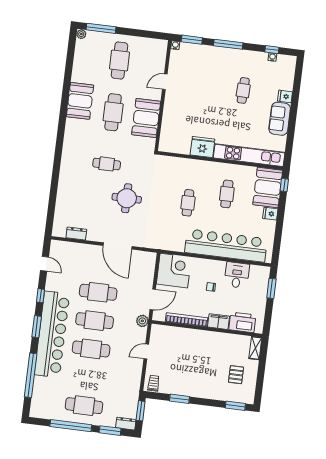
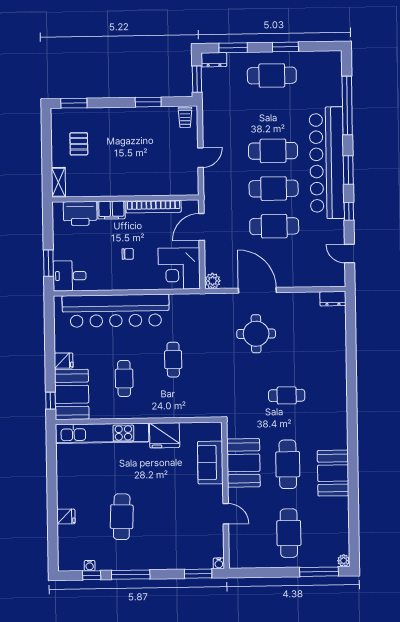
window: (228, 44) -> (131, 575), moved
door: (165, 82) -> (226, 514), hinge flipped
cafe table: (243, 90) -> (122, 517), width x1.37, depth x1.35
sofa: (280, 119) -> (210, 463), moved, turned 180
round table: (127, 198) -> (256, 334), moved
dresser: (76, 234) -> (333, 299), moved
desk: (237, 275) -> (70, 276), moved, turned 90
plant: (142, 321) -> (213, 281), moved
window: (71, 426) -> (285, 47), width x0.47

